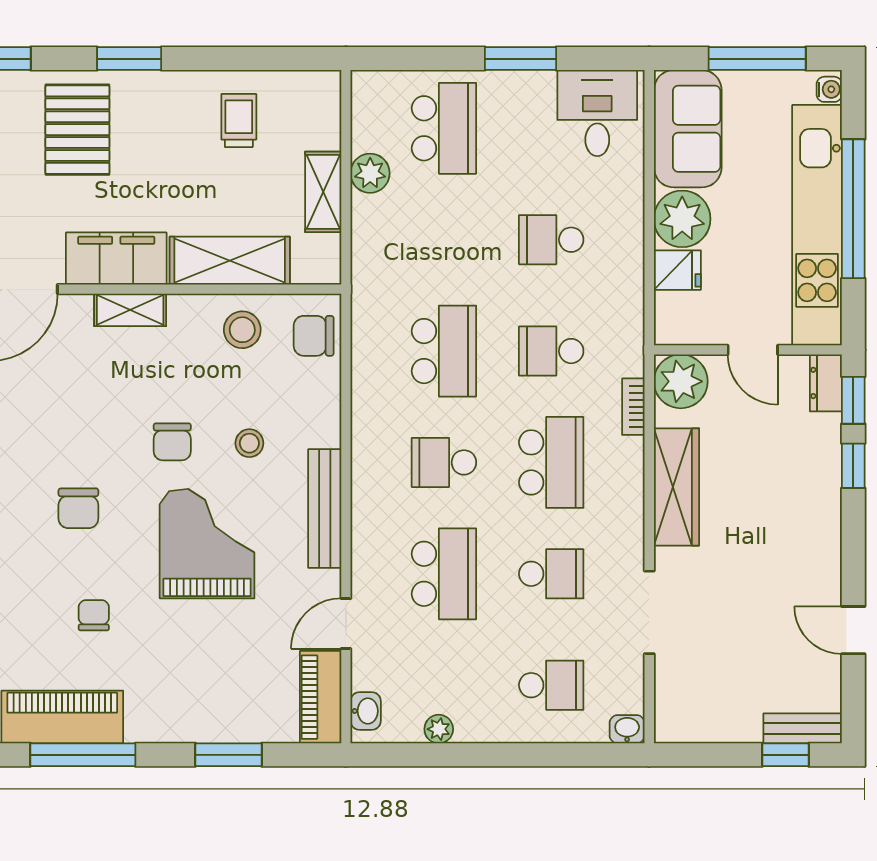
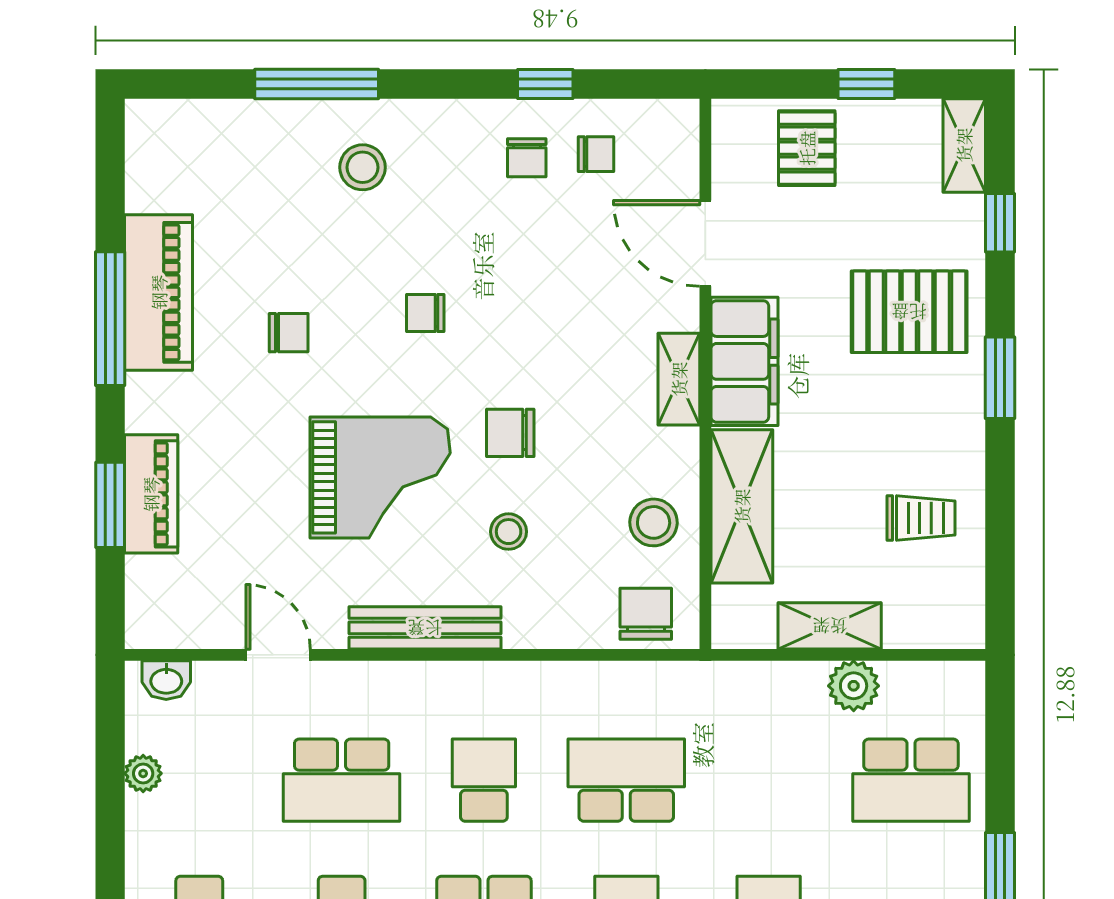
school desk: (444, 351) -> (626, 780), turned 180
chair: (78, 508) -> (425, 313), width x0.73, depth x0.73
piano: (321, 697) -> (151, 494), moved, turned 90

